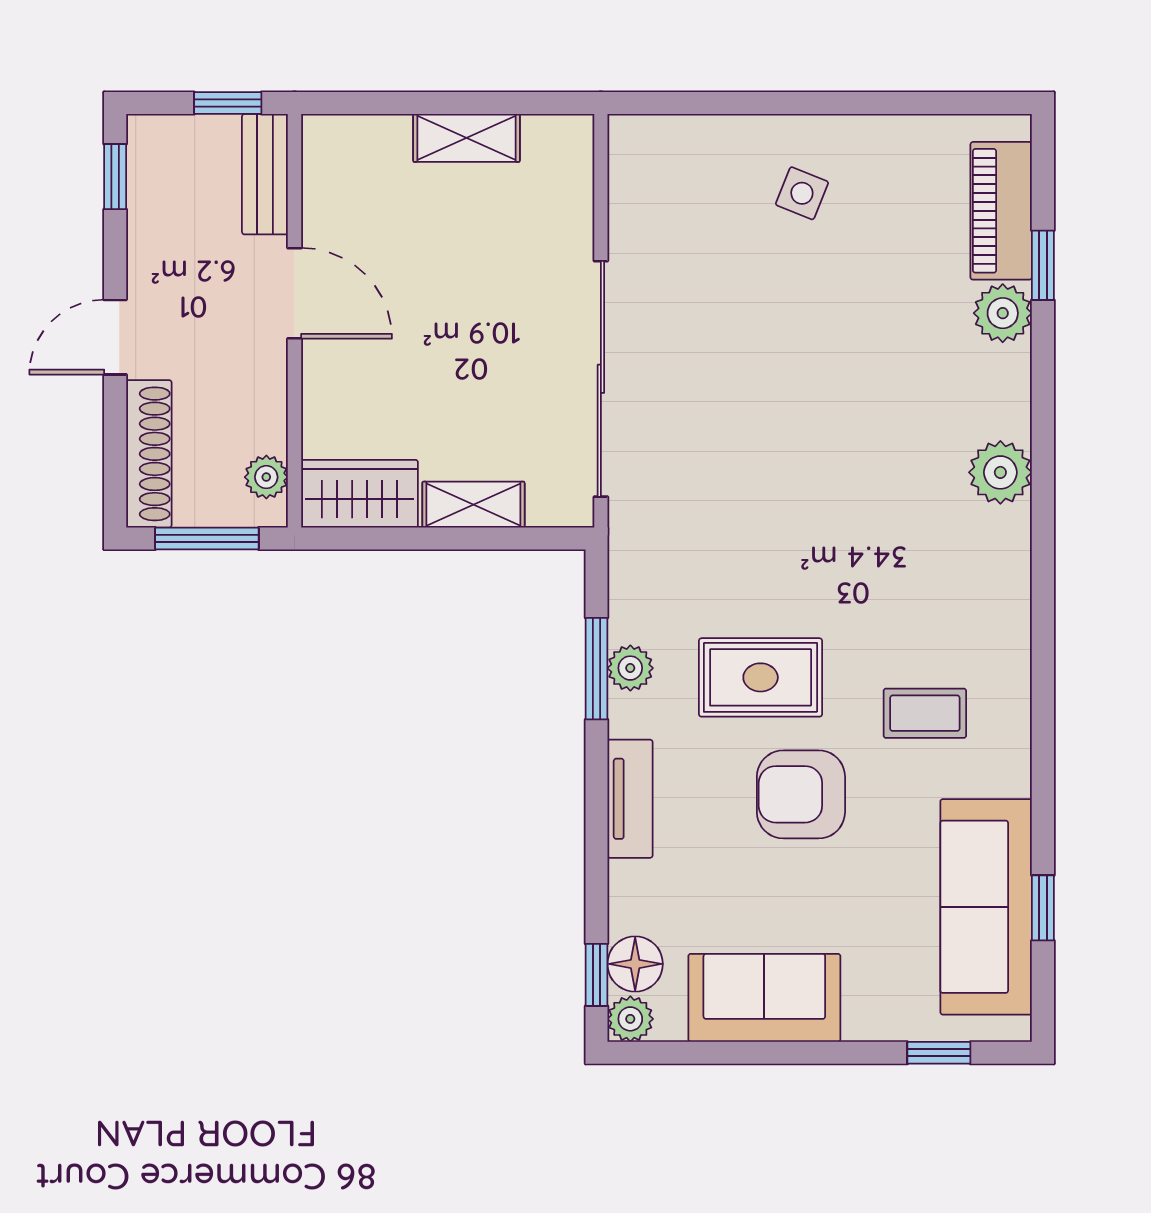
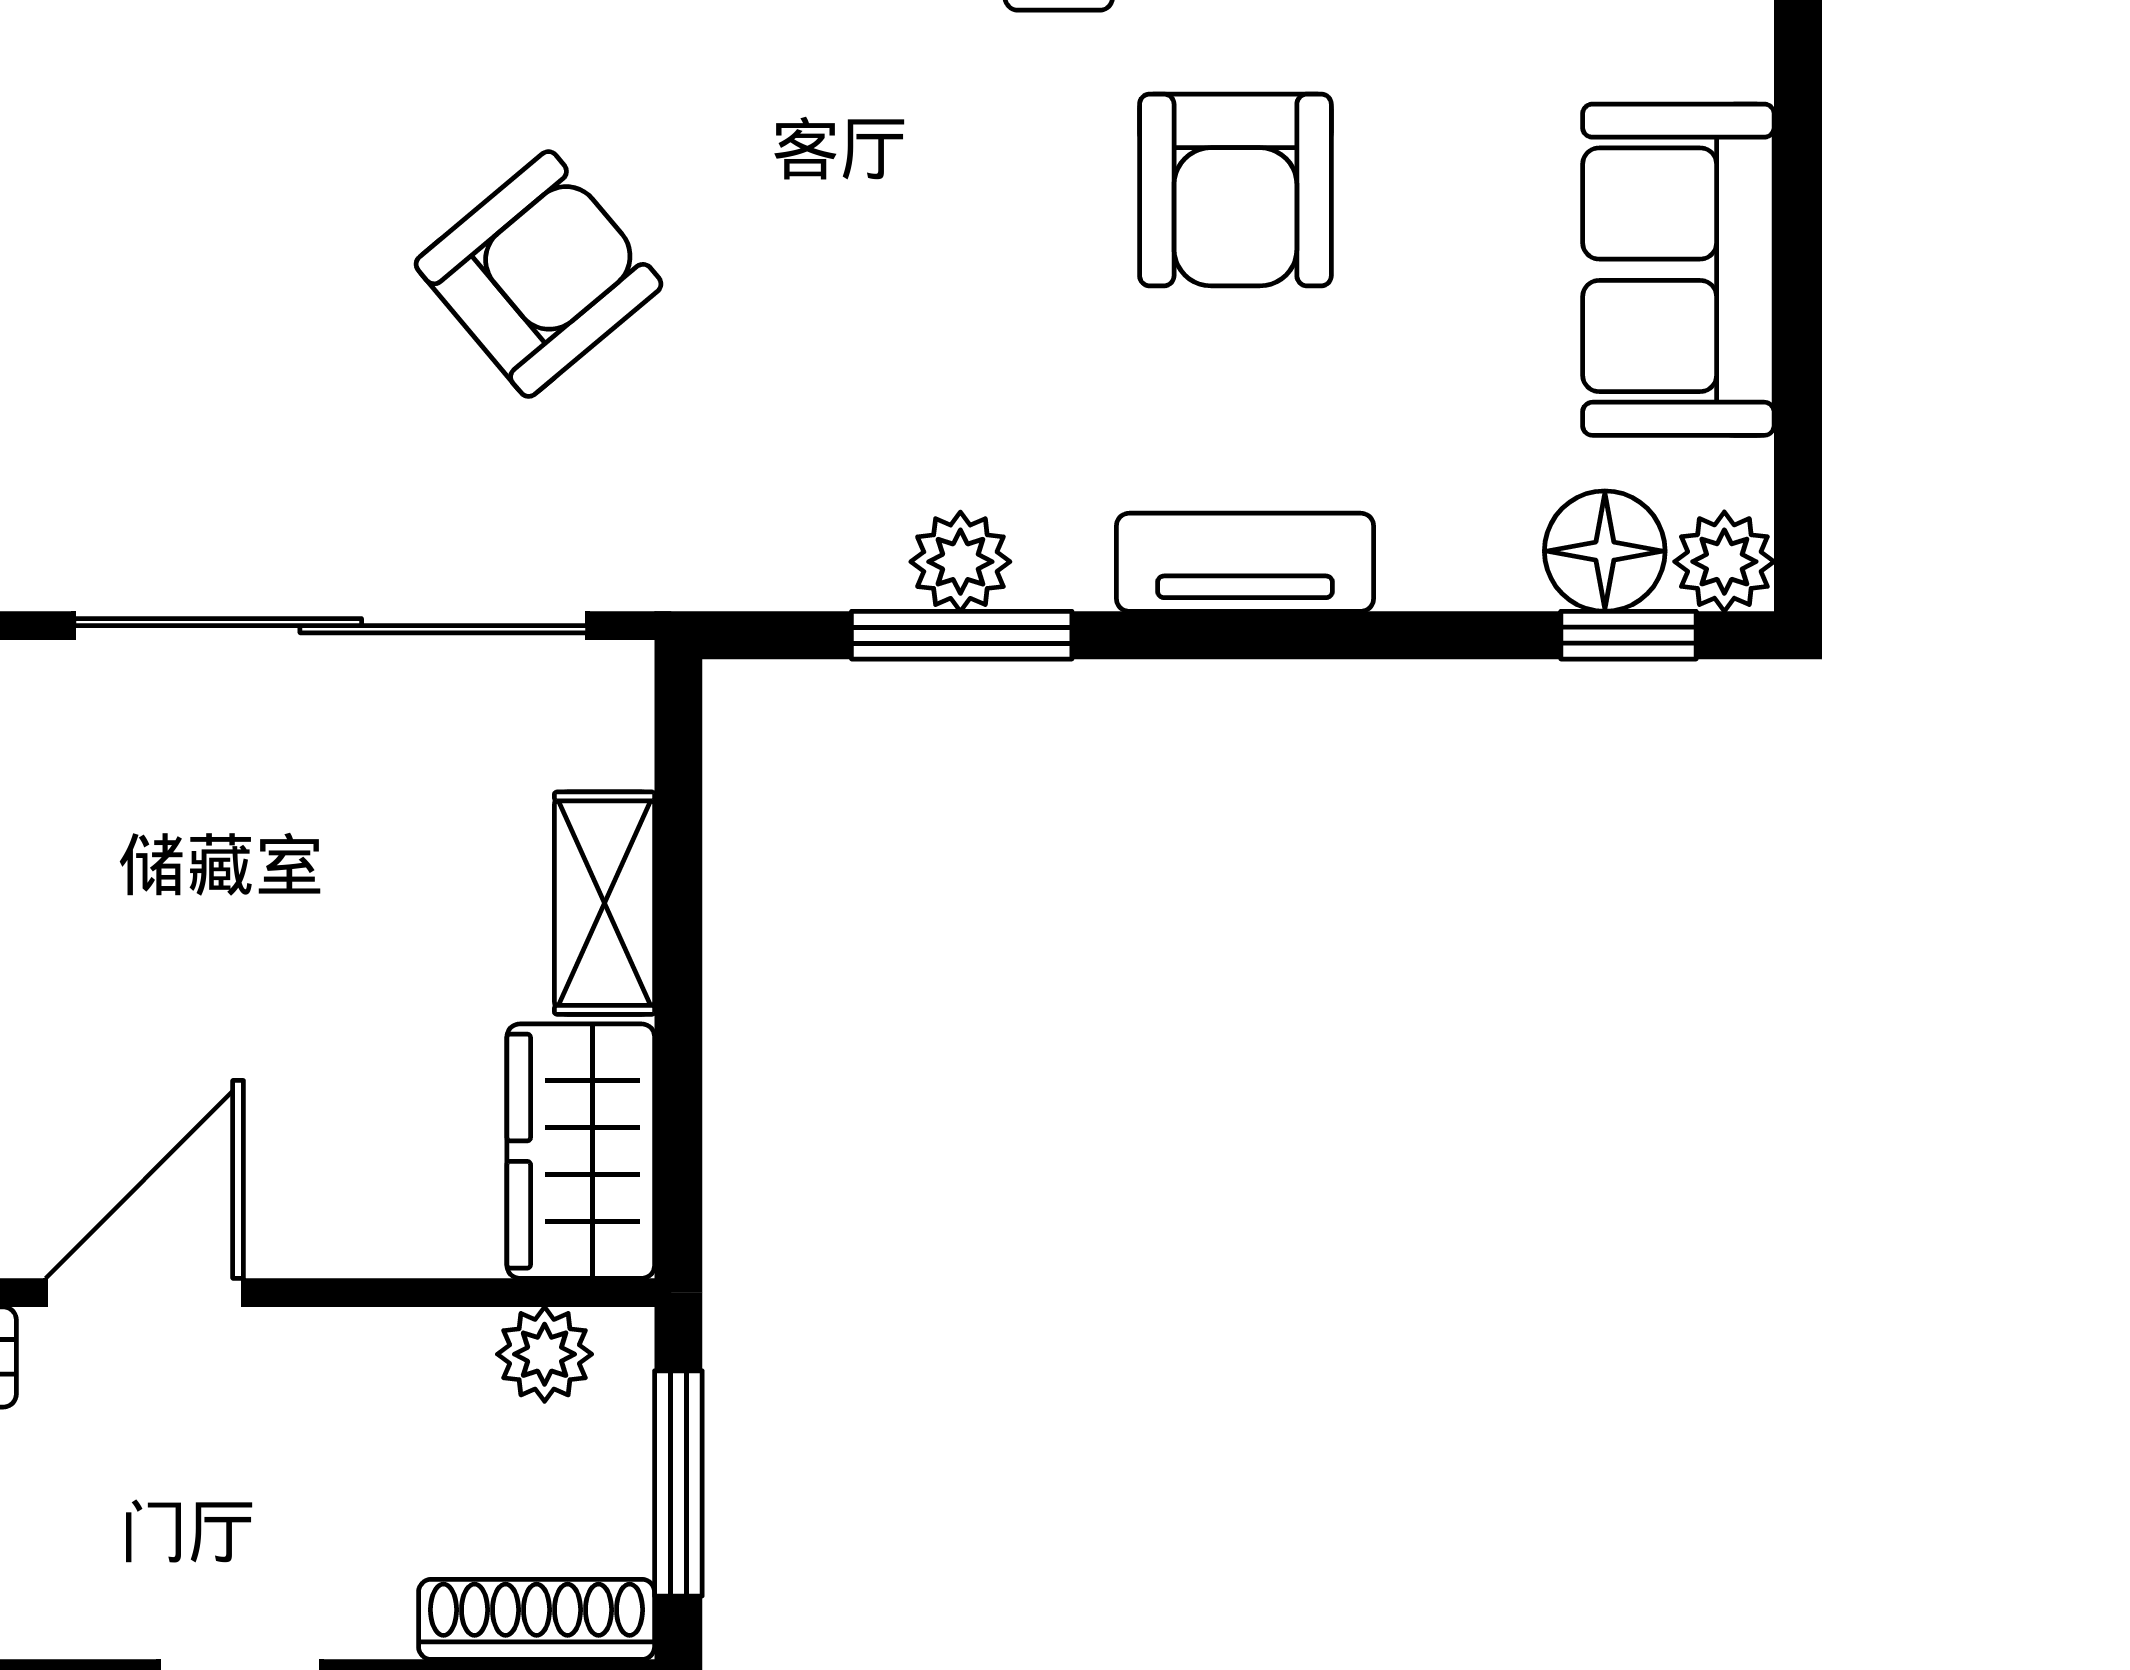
shoe rack: (149, 454) -> (537, 1619), width x0.74, depth x0.81
armchair: (762, 474) -> (539, 274), added
rug: (761, 677) -> (981, 278), removed

